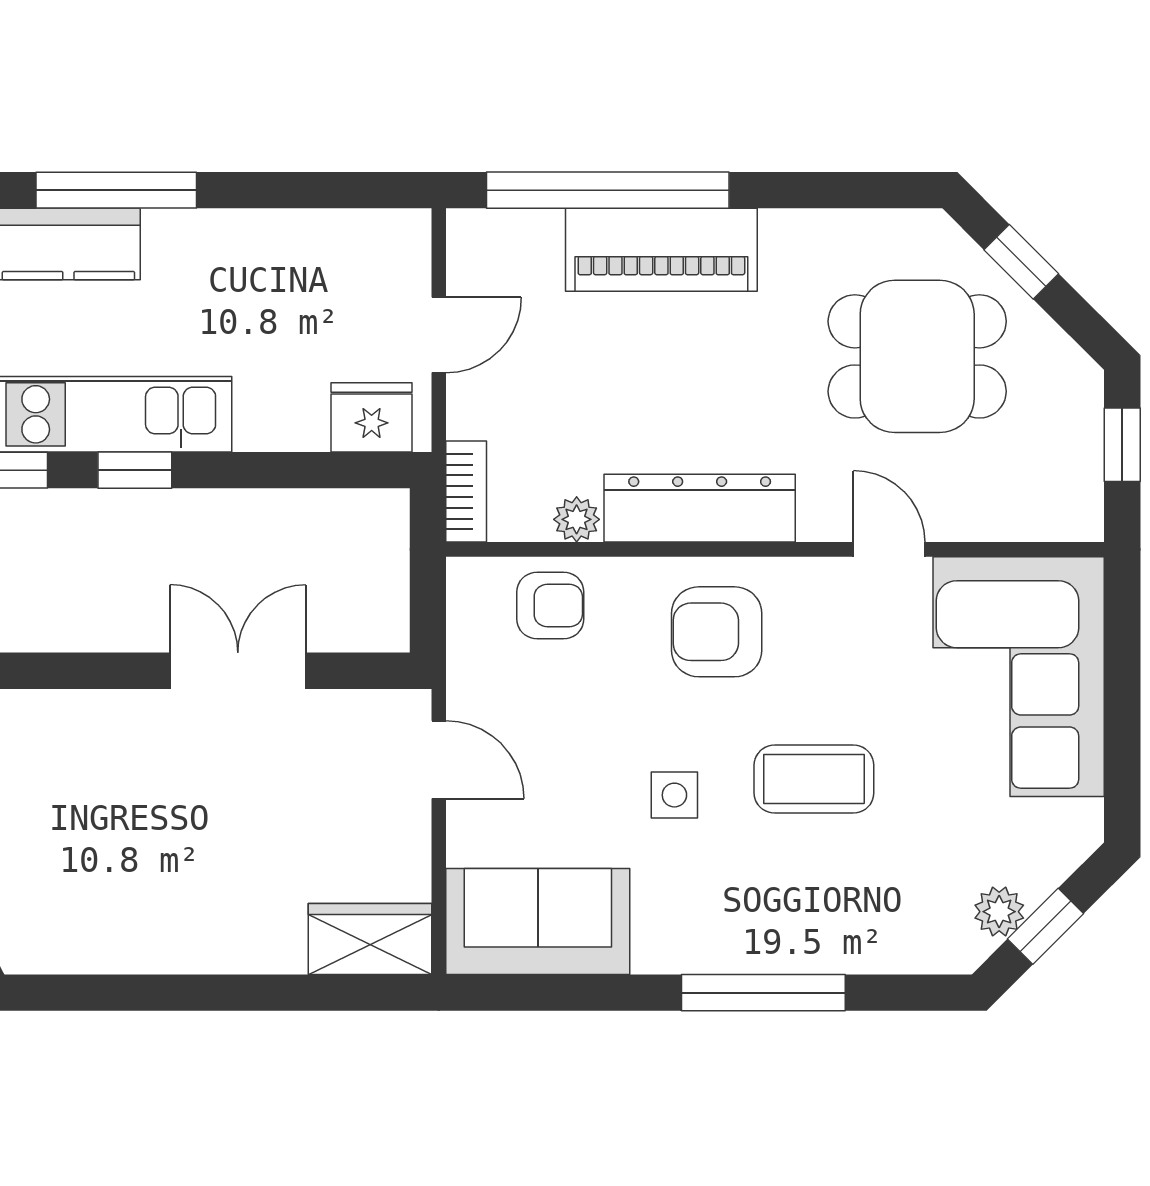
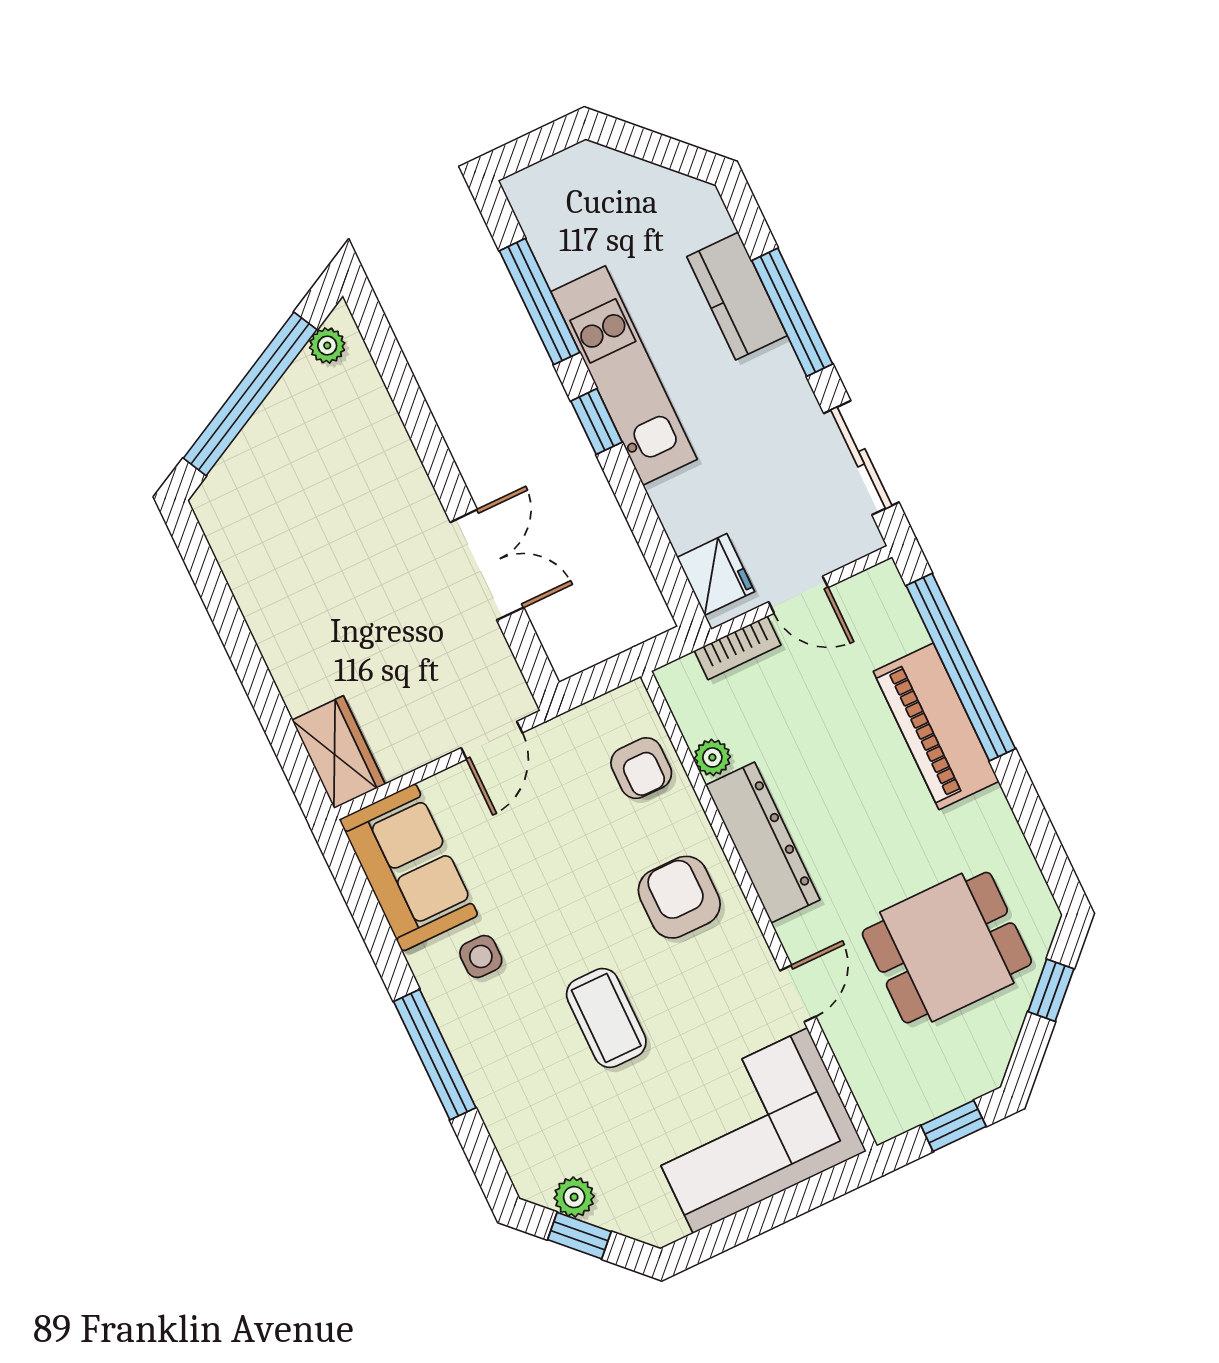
sliding door: (318, 190) -> (861, 458), added
dining table: (917, 356) -> (947, 948), turned 90
bookcase: (466, 492) -> (738, 648), moved
side table: (674, 795) -> (481, 957), moved

